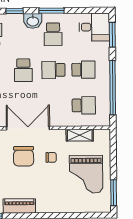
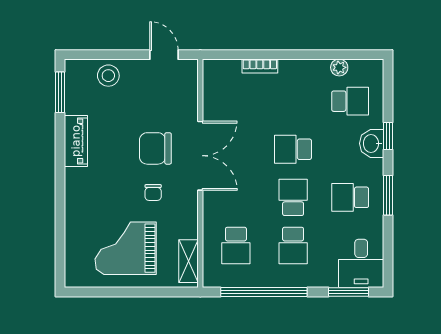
washbasin: (33, 21) -> (372, 143), moved
shelving: (80, 135) -> (188, 261), moved
window: (114, 193) -> (96, 292), removed

